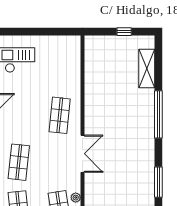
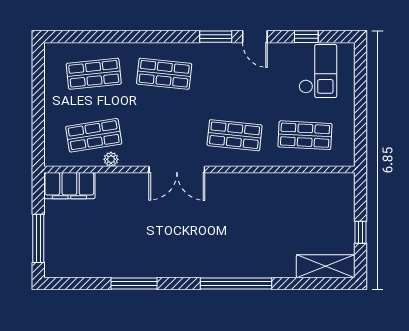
shelving: (147, 68) -> (326, 266), moved
shop shelf: (60, 69) -> (305, 135), added

